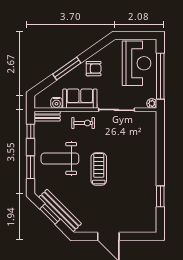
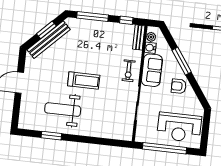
armchair: (94, 69) -> (179, 86), turned 90
plant: (152, 103) -> (151, 37), moved
weight bench: (60, 159) -> (63, 110), moved, turned -90
window: (31, 167) -> (93, 16), width x1.44

